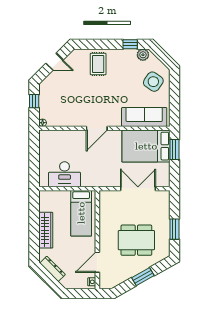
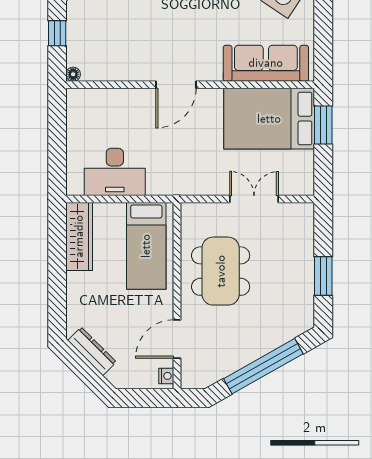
double door: (138, 189) -> (254, 199), width x0.73
wardrobe: (46, 230) -> (79, 236), moved
dining table: (136, 240) -> (221, 271), moved, turned 90
window: (143, 277) -> (263, 366), width x2.11

